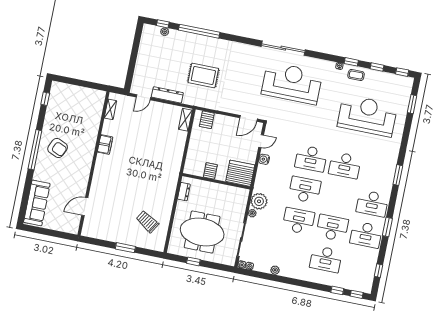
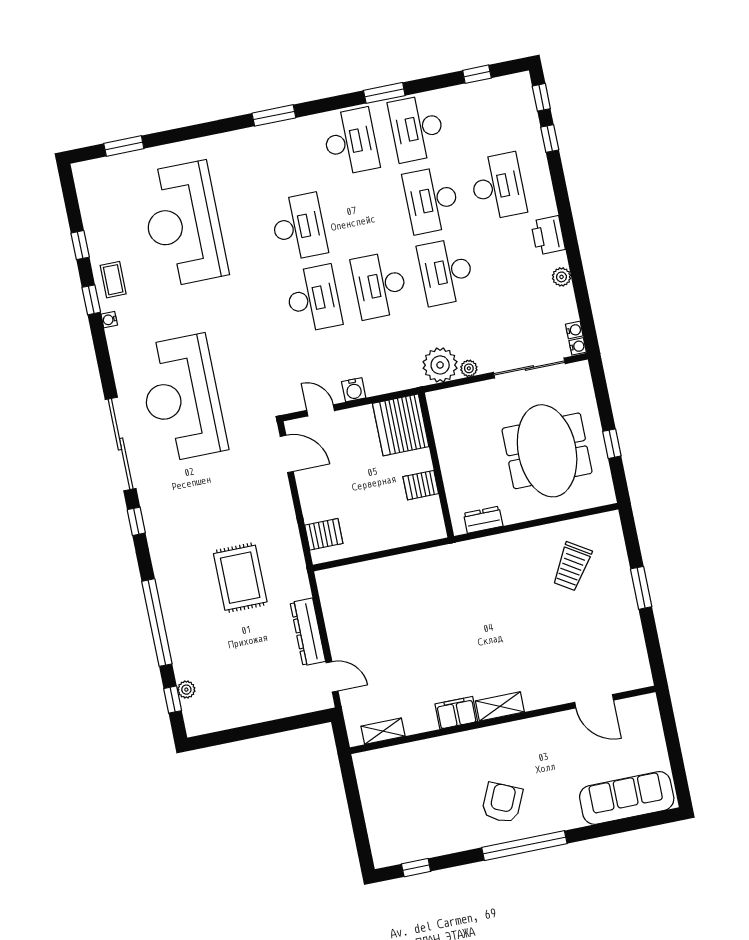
window: (402, 72) -> (136, 521), moved
shelving: (185, 120) -> (500, 706), moved
desk: (366, 235) -> (417, 128), turned 180
printer: (296, 272) -> (548, 235), added

